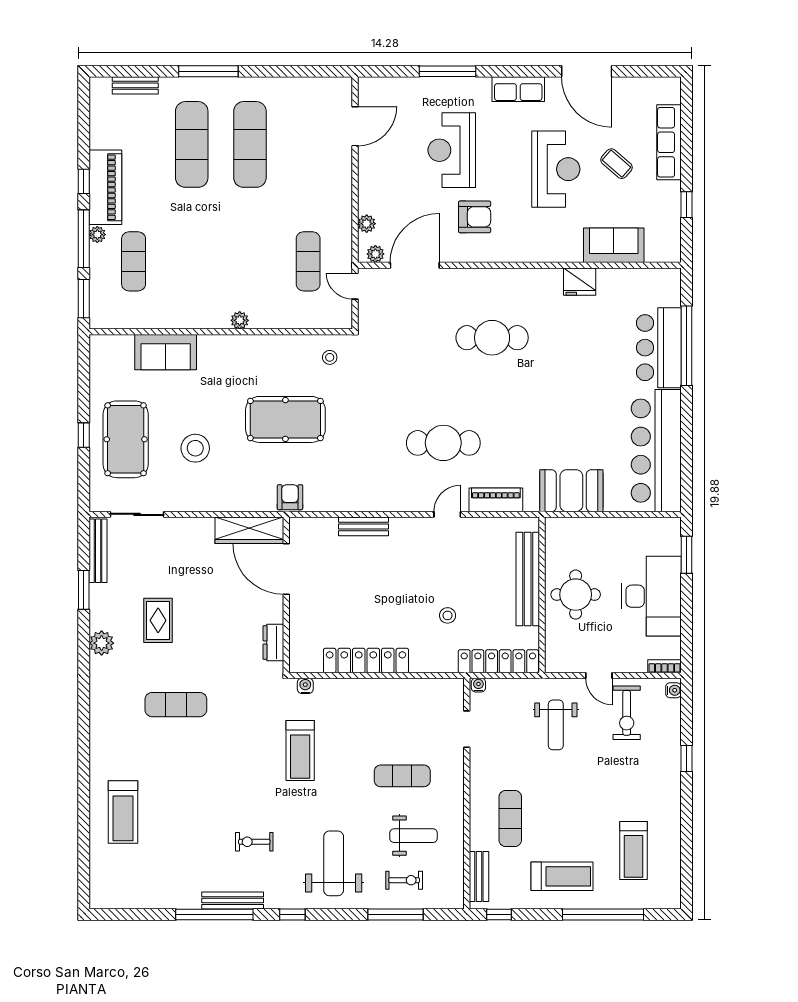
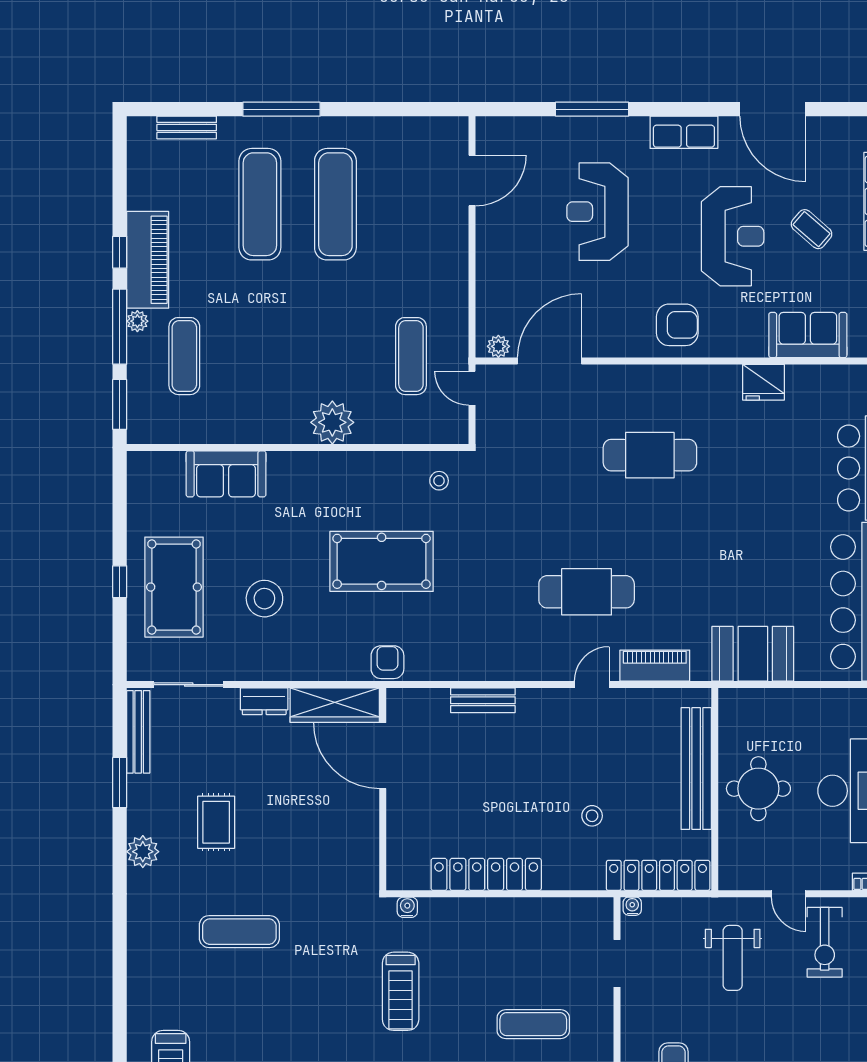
armchair: (475, 217) -> (677, 325), moved
plant: (367, 224) -> (487, 307), removed
plant: (240, 320) -> (332, 422), width x1.88, depth x1.88
dresser: (273, 642) -> (264, 701), moved, turned -90

